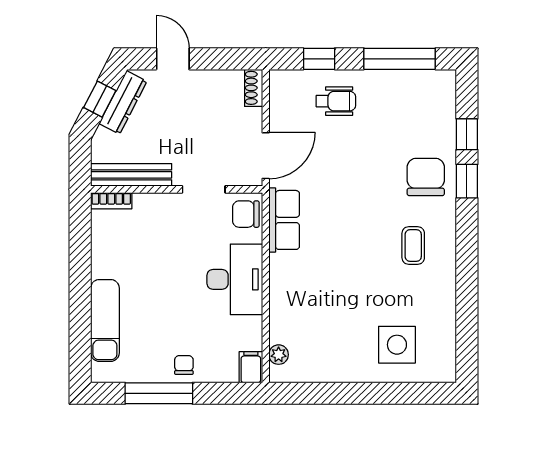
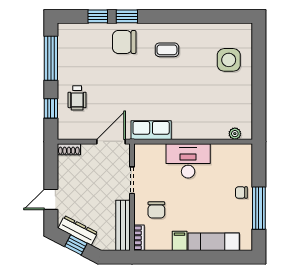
wheelchair: (336, 101) -> (77, 98), turned 180
door: (266, 156) -> (111, 142), hinge flipped
chair: (246, 214) -> (156, 210), moved
filing cabinet: (251, 367) -> (180, 241), moved, turned 90

